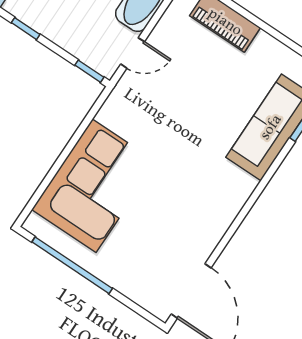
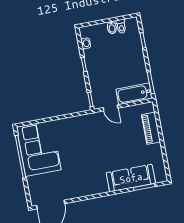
corner sofa: (94, 186) -> (39, 148), moved, turned -90

